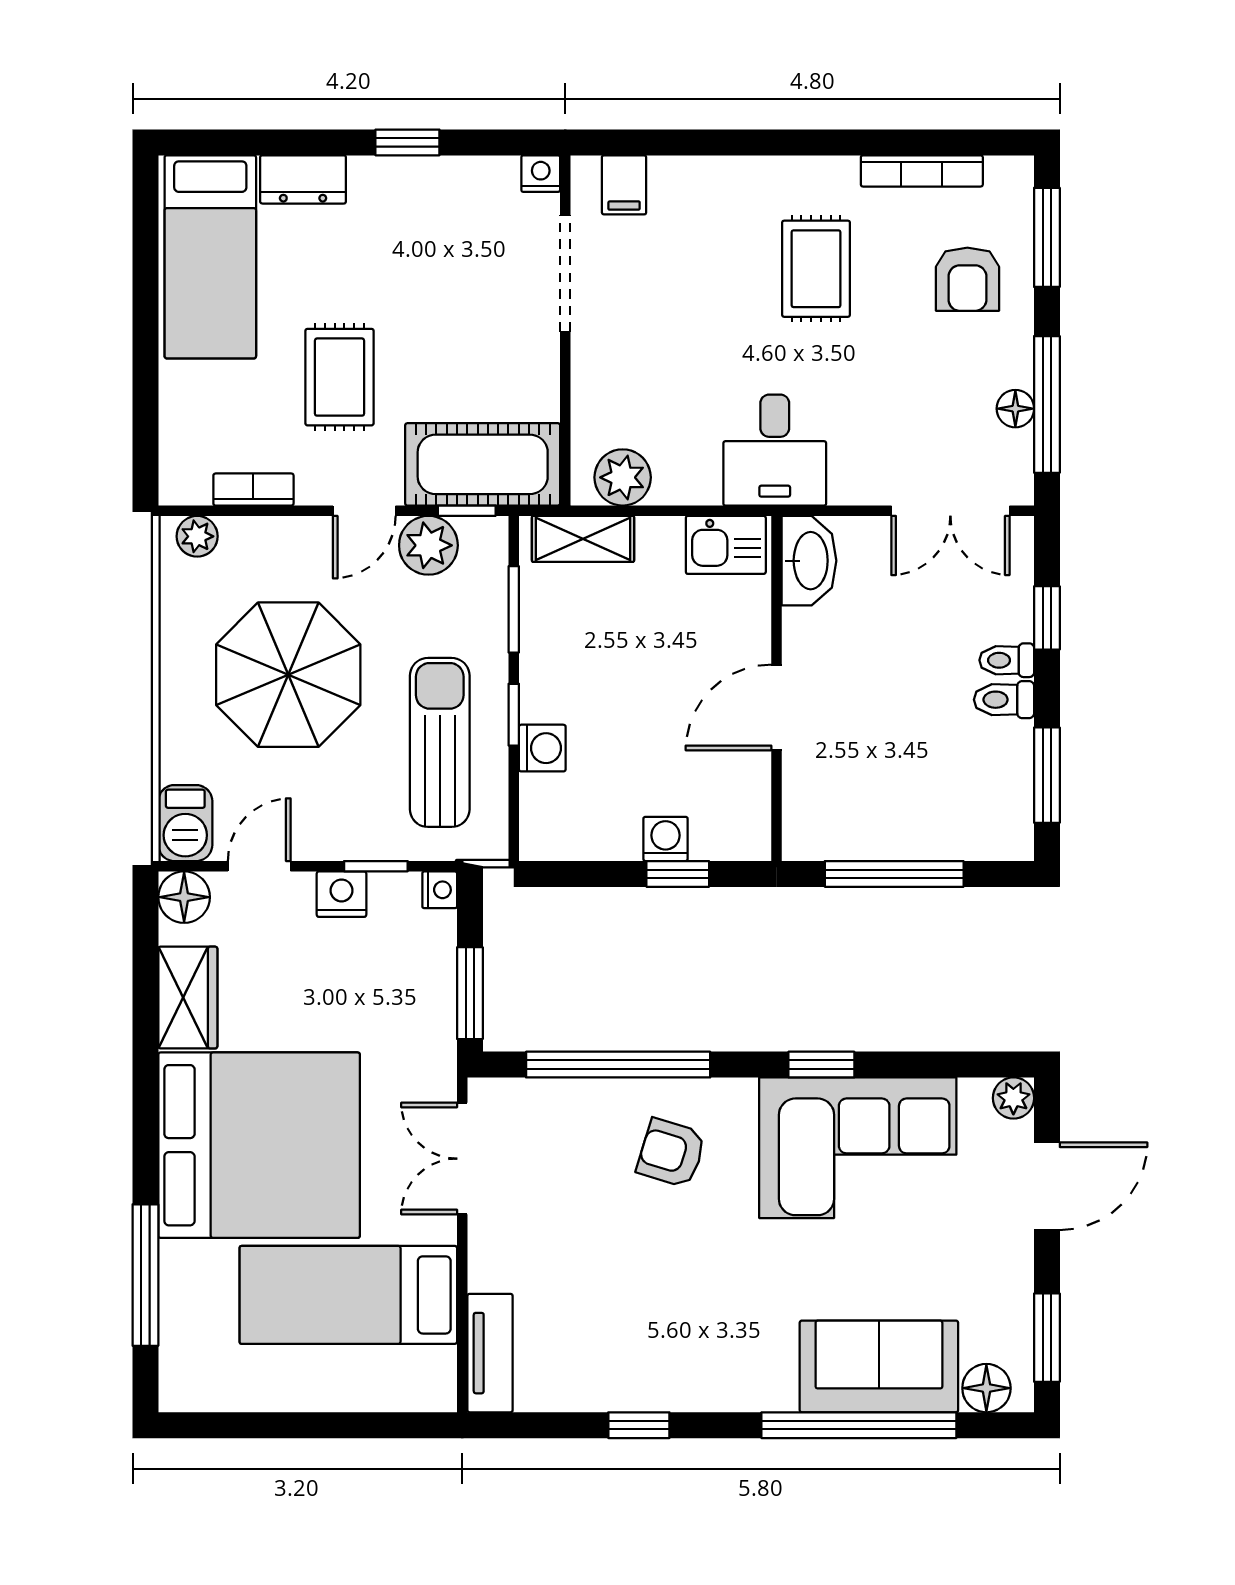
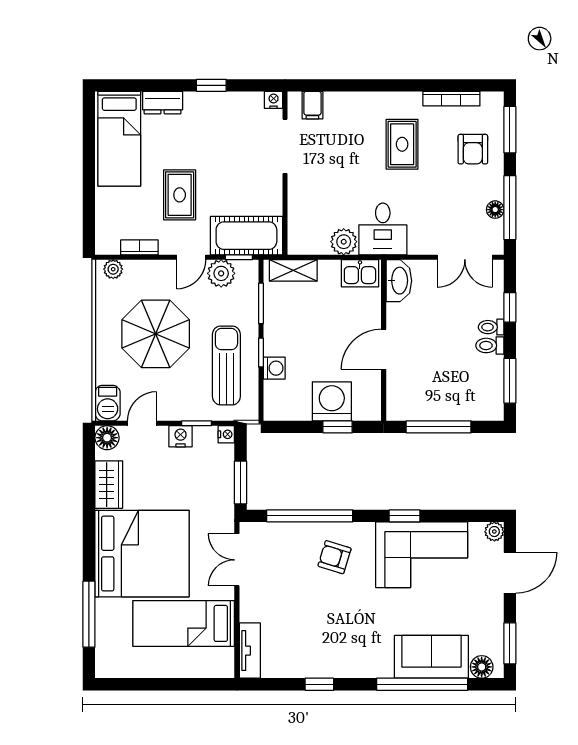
plant: (623, 477) -> (344, 242), moved
washing machine: (666, 839) -> (332, 401), width x1.89, depth x1.89

